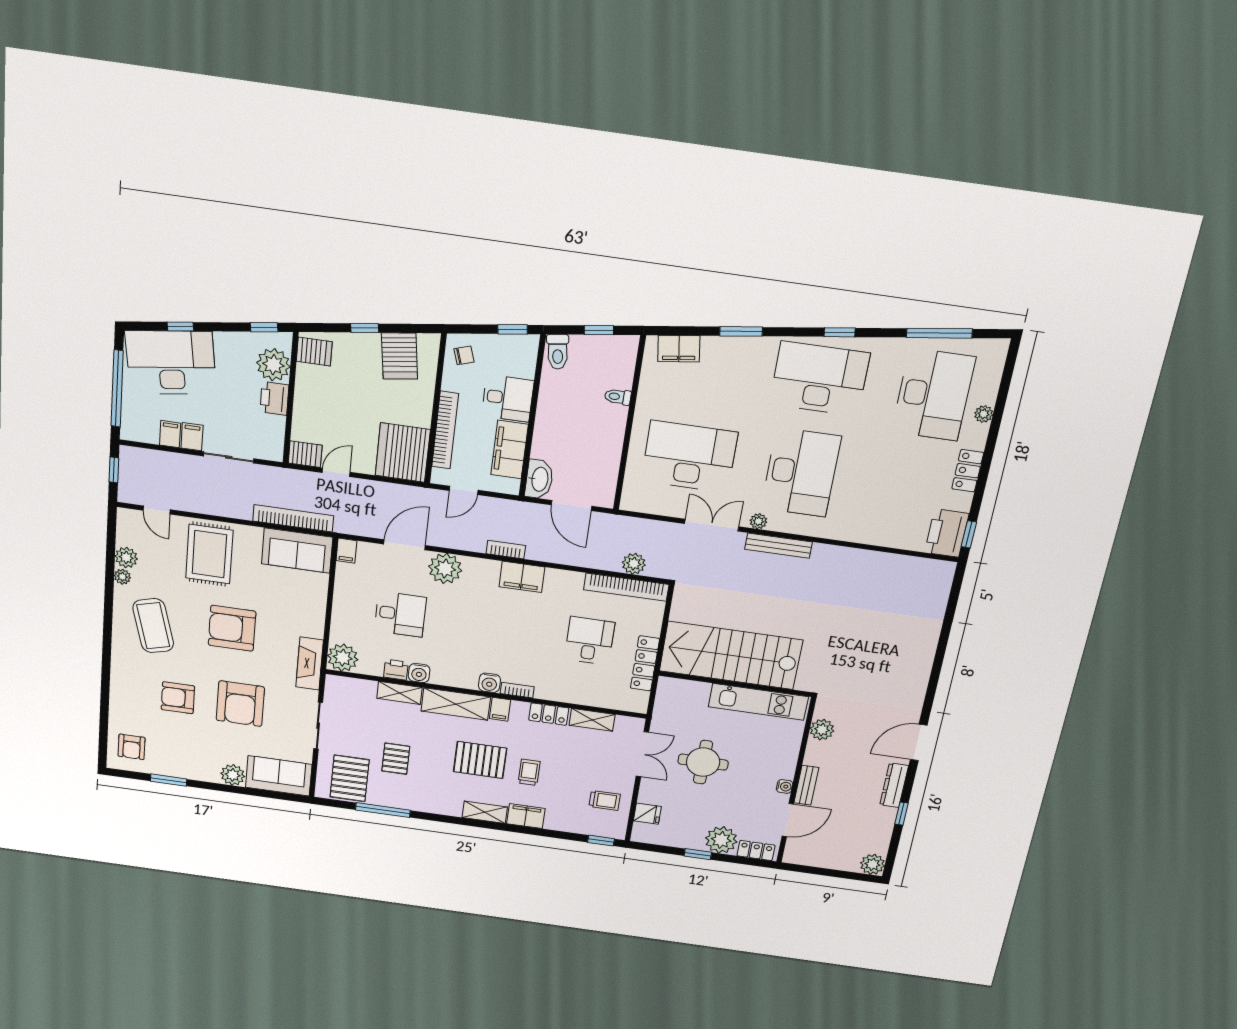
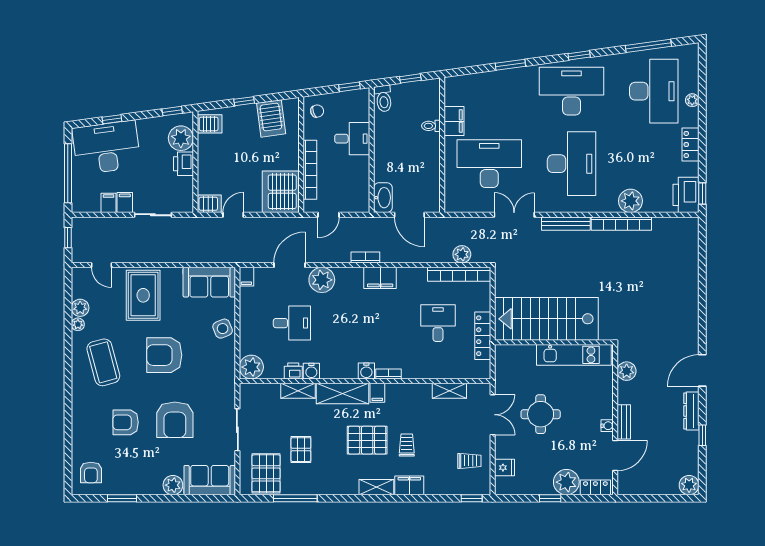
filing cabinet: (679, 349) -> (454, 121), moved, turned -82
filing cabinet: (510, 450) -> (358, 178), removed
bookcase: (293, 518) -> (621, 224), moved, turned 180
plant: (758, 521) -> (630, 201), moved, width x1.87, depth x1.87
side table: (310, 608) -> (223, 329), added
fireplace: (310, 663) -> (226, 376), removed
locker: (549, 714) -> (415, 391), removed

